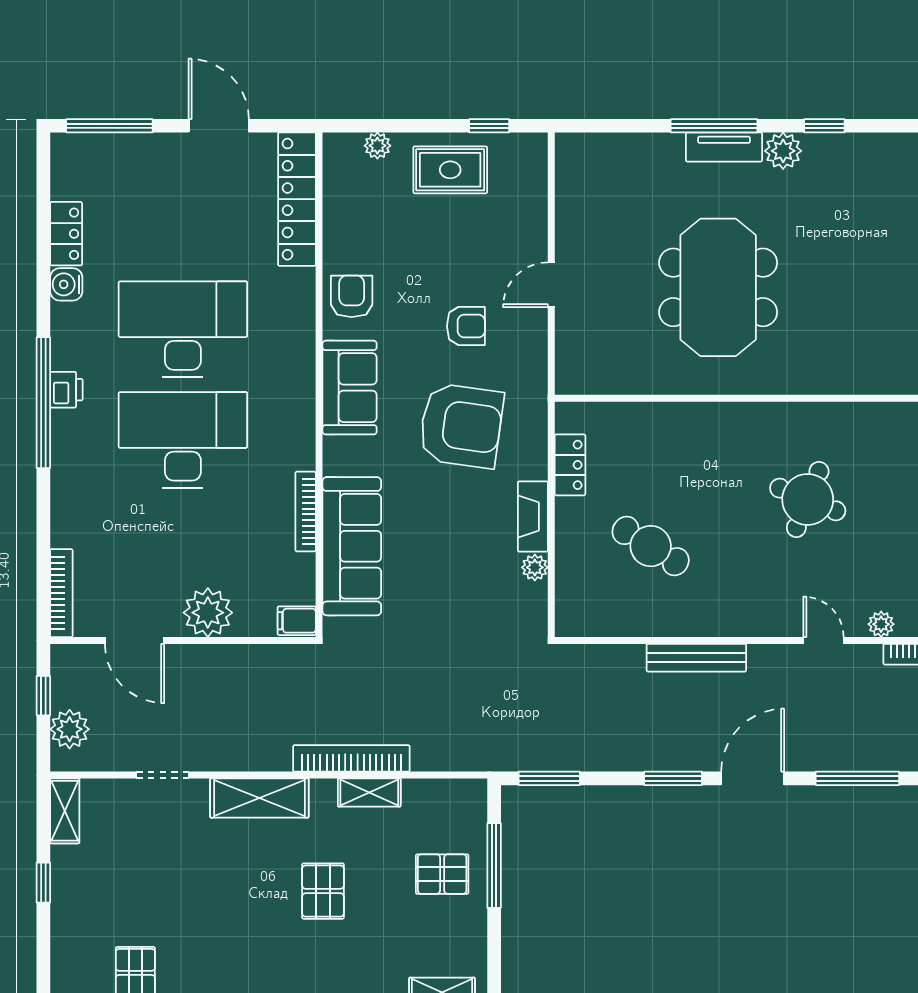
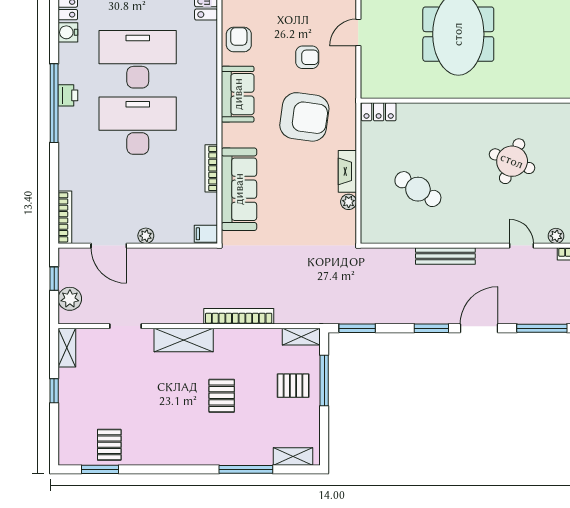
locker: (570, 465) -> (379, 112), moved, turned 90
plant: (208, 613) -> (146, 236), width x0.53, depth x0.53
shelving: (369, 792) -> (301, 337), moved

